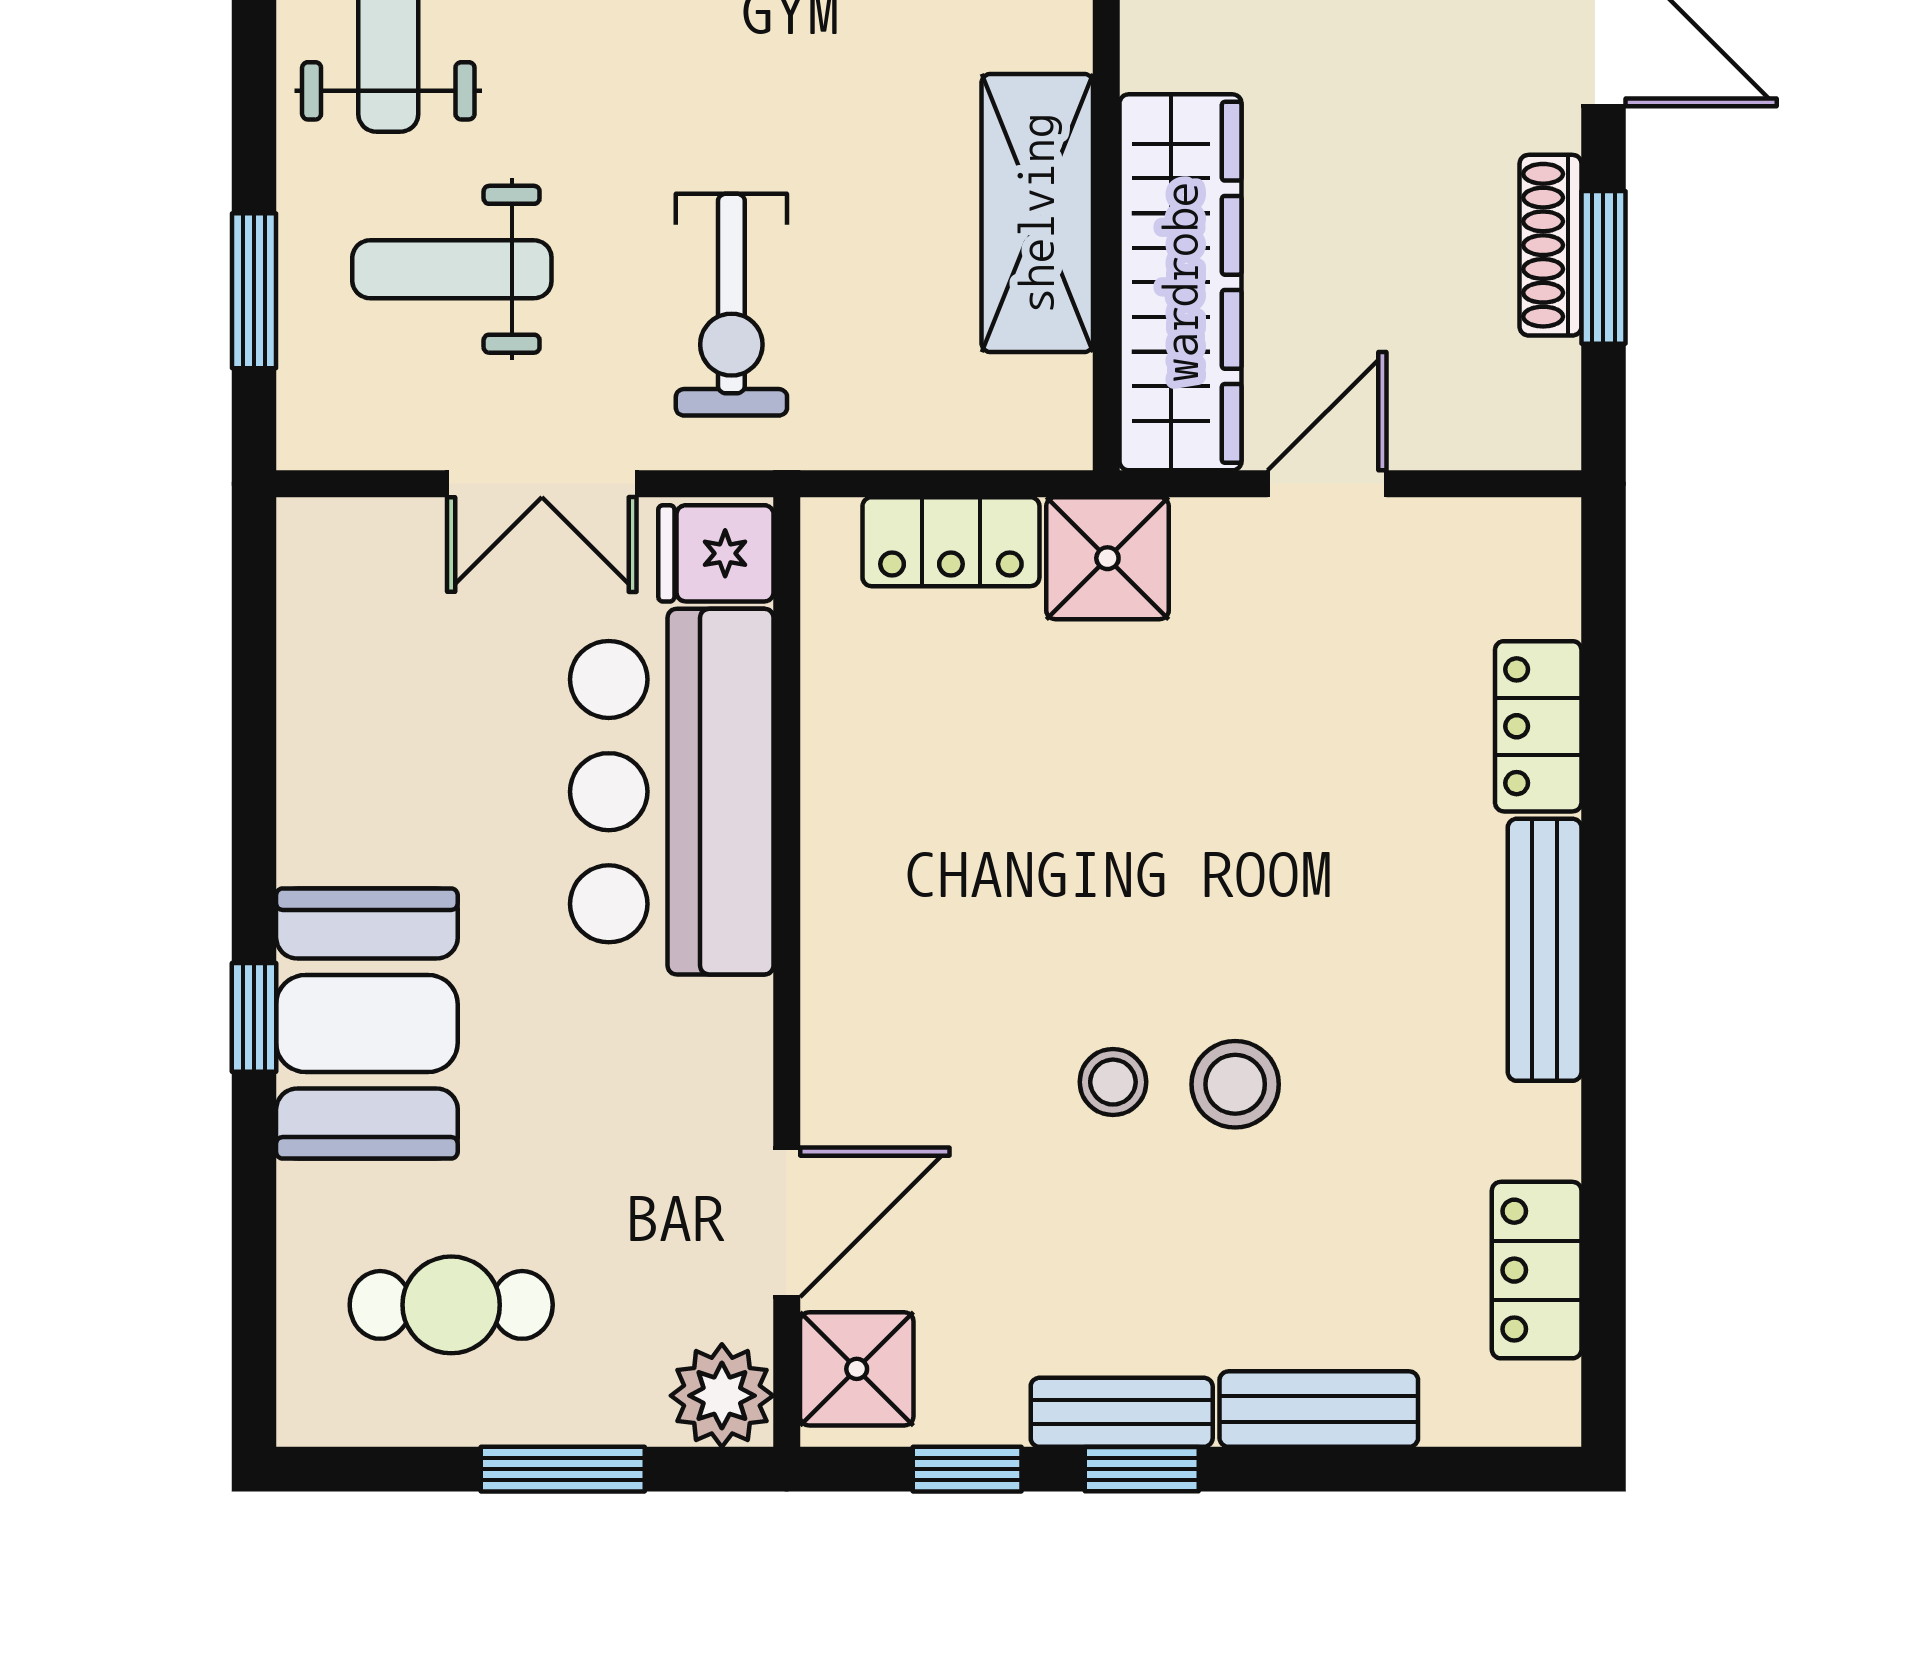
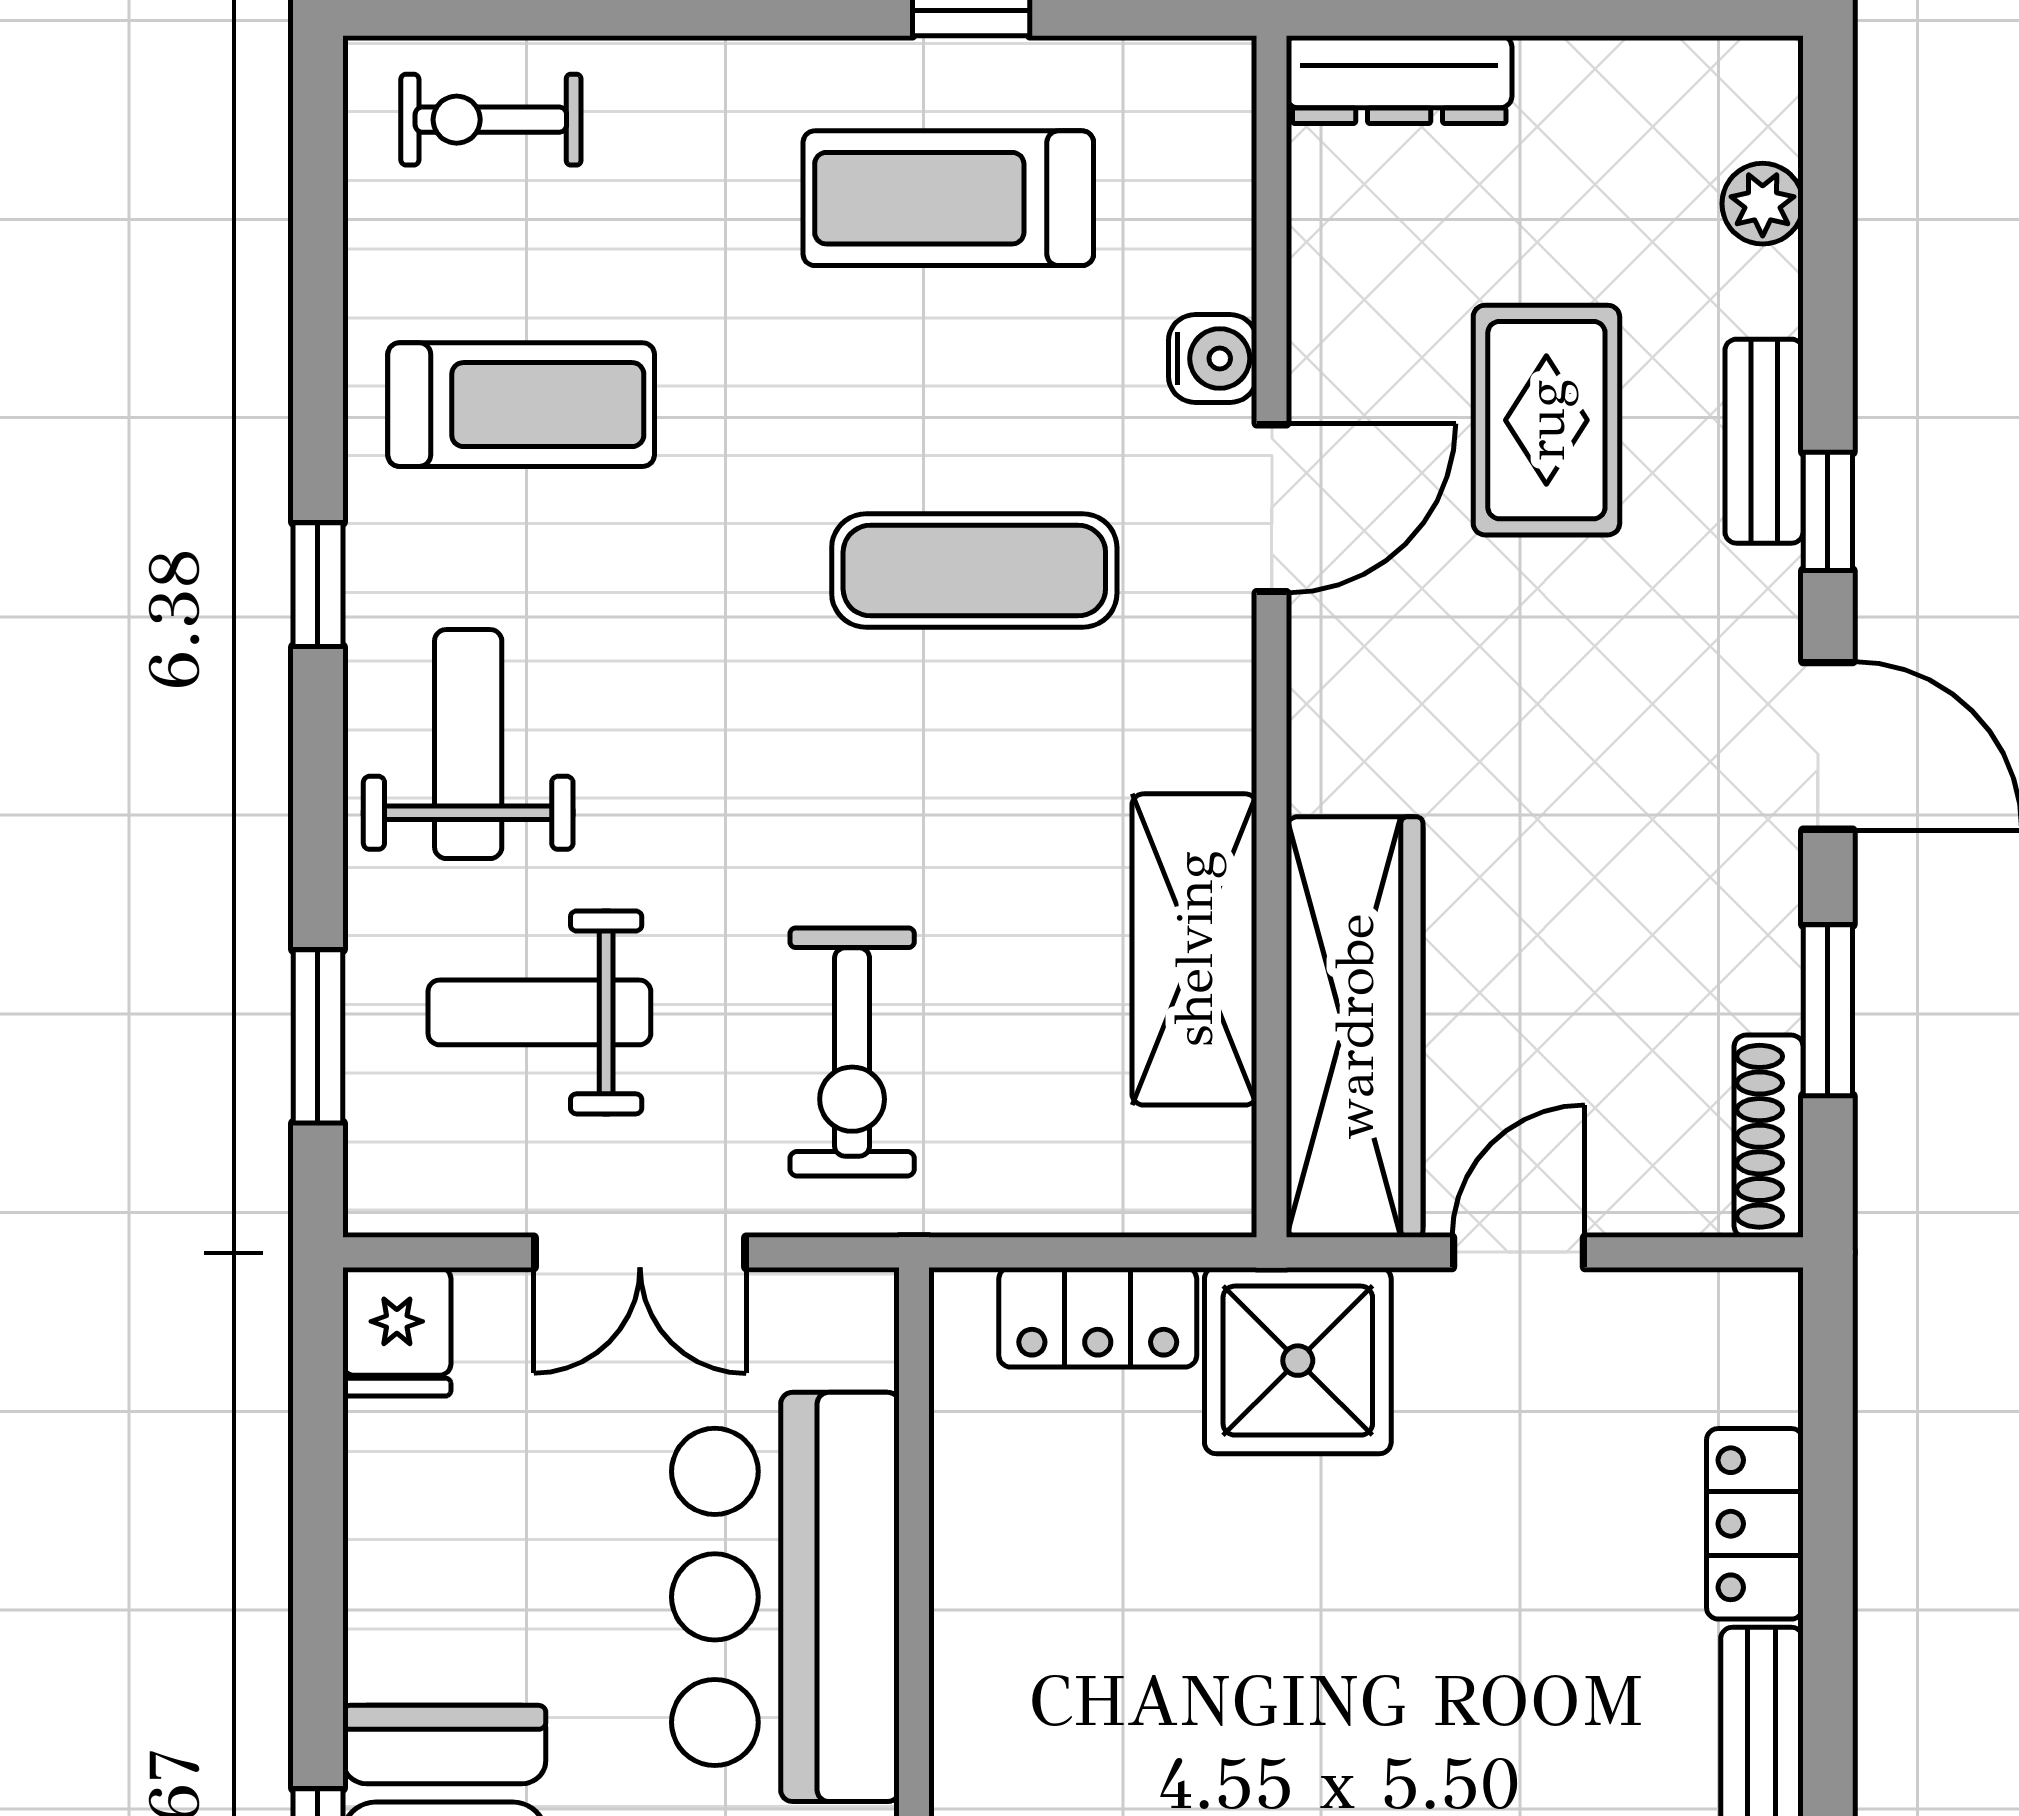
shoe rack: (1550, 245) -> (1769, 1136), moved
fridge: (716, 553) -> (397, 1332), moved, turned -90
shower: (1107, 558) -> (1298, 1361), width x1.36, depth x1.36

